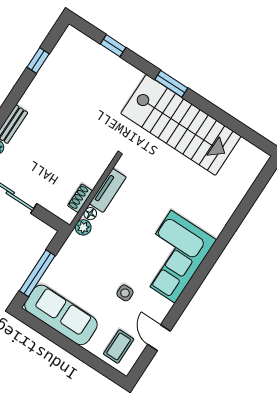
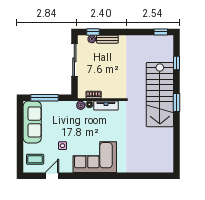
window: (38, 60) -> (161, 32), moved
stairs: (181, 125) -> (160, 95), moved

